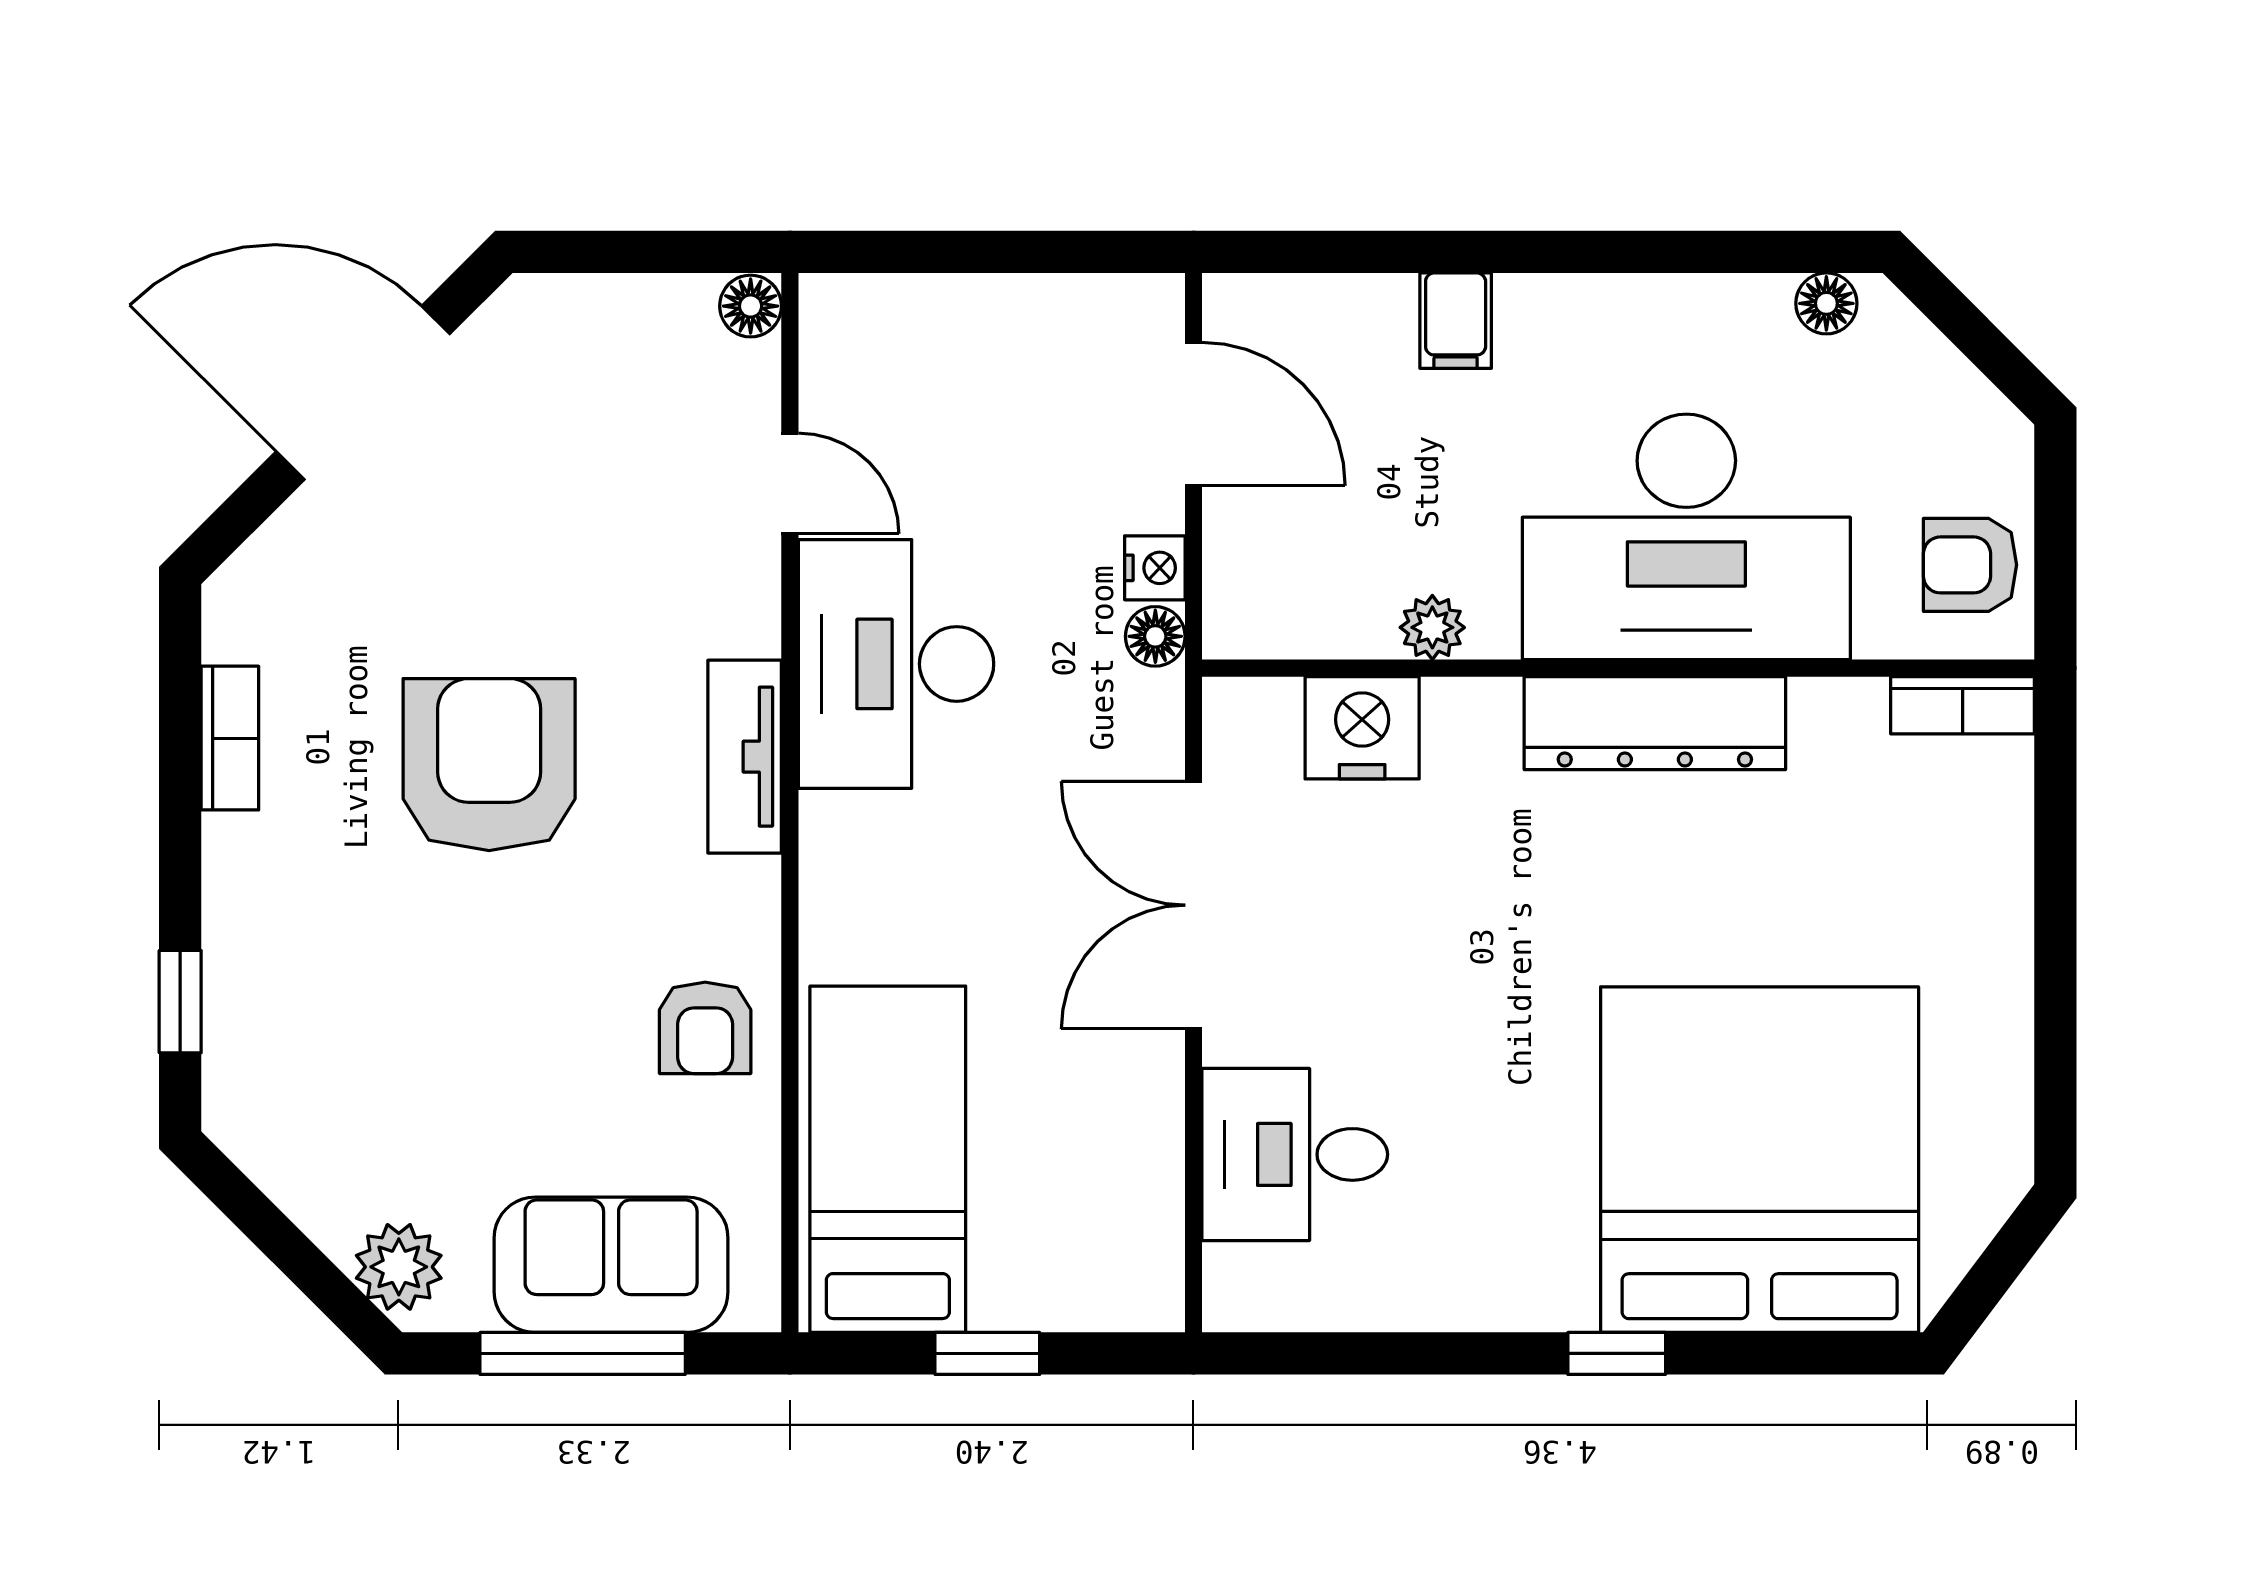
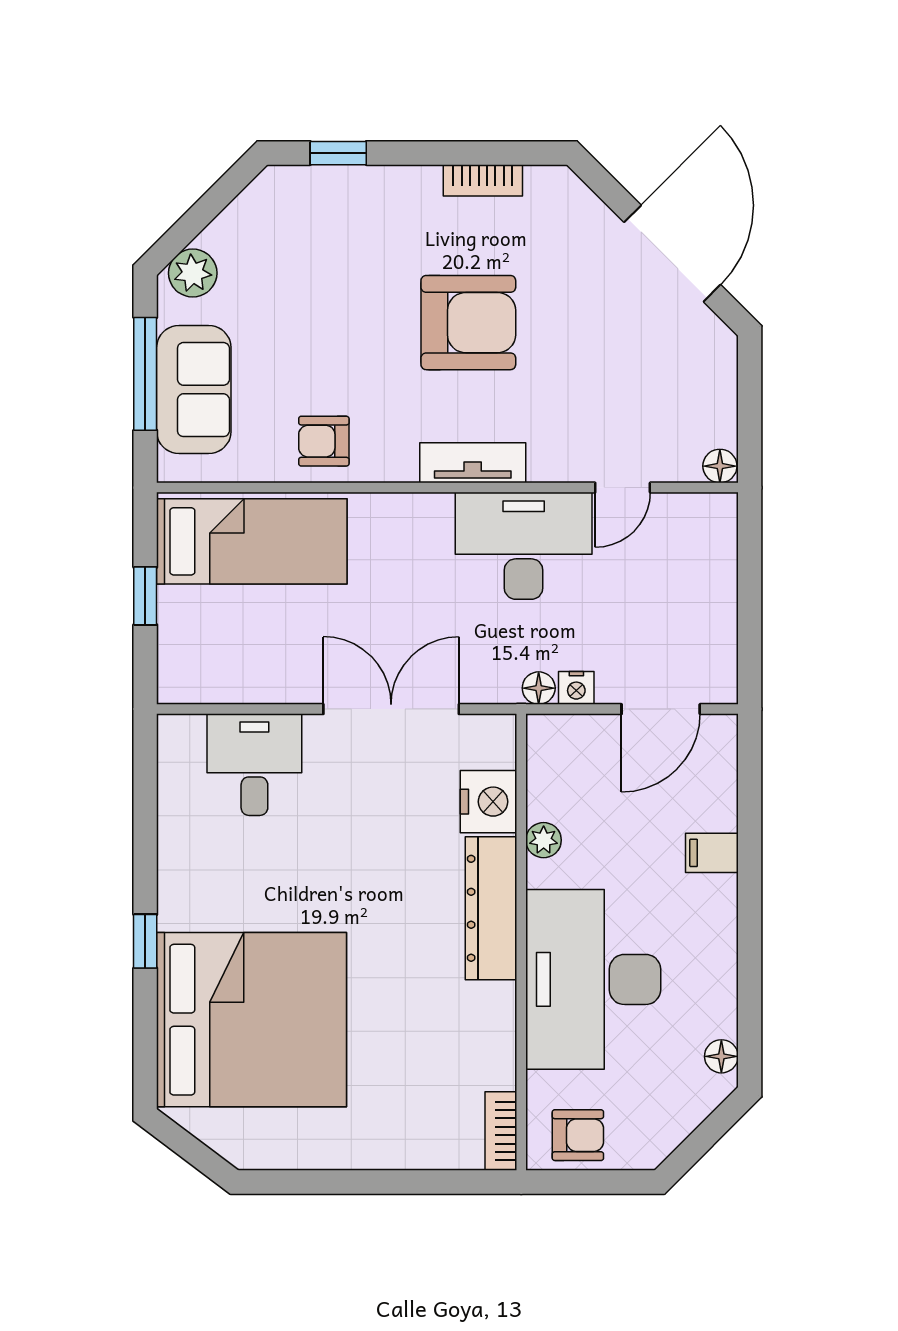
armchair: (1970, 565) -> (578, 1135), turned 90
dresser: (1655, 723) -> (491, 908), moved

